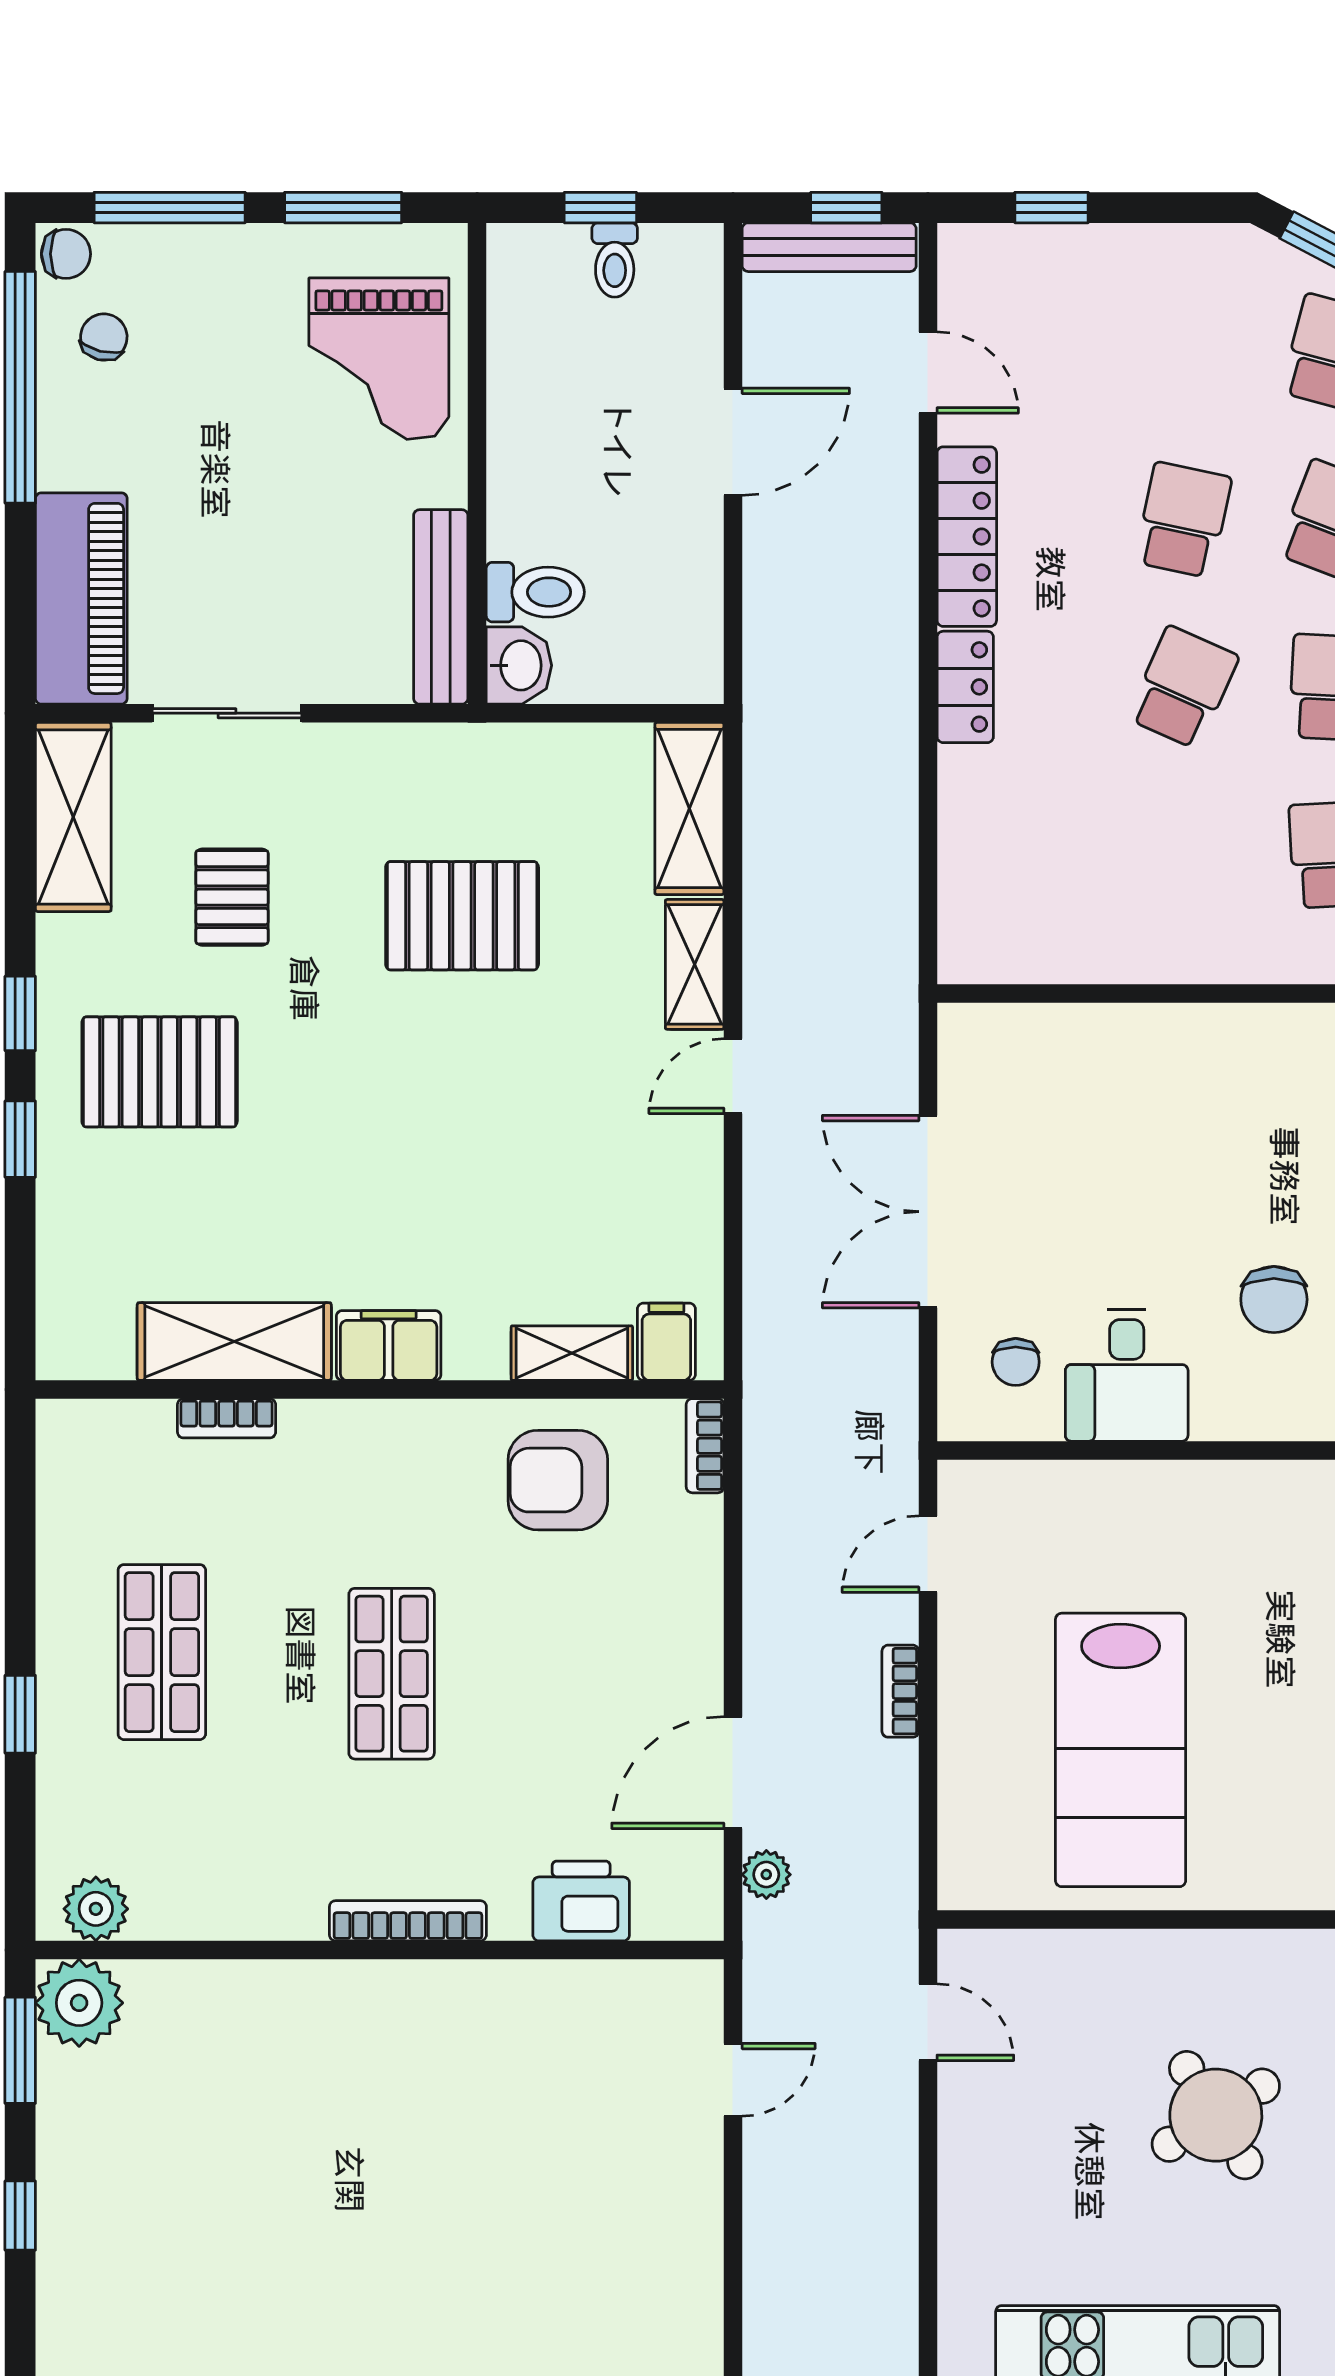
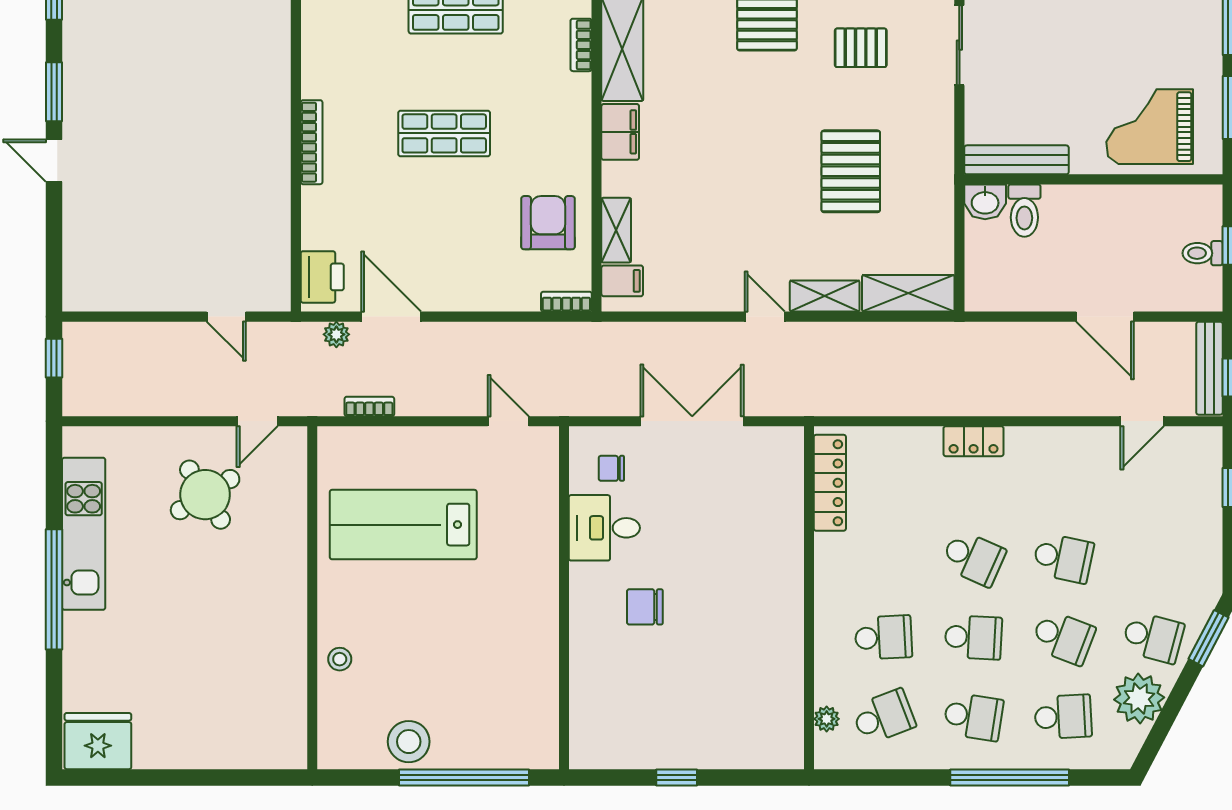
locker: (967, 537) -> (830, 483), moved, turned -90
bookcase: (900, 1691) -> (369, 406), moved
printer: (581, 1901) -> (322, 277), moved
round table: (1216, 2115) -> (205, 495), moved

